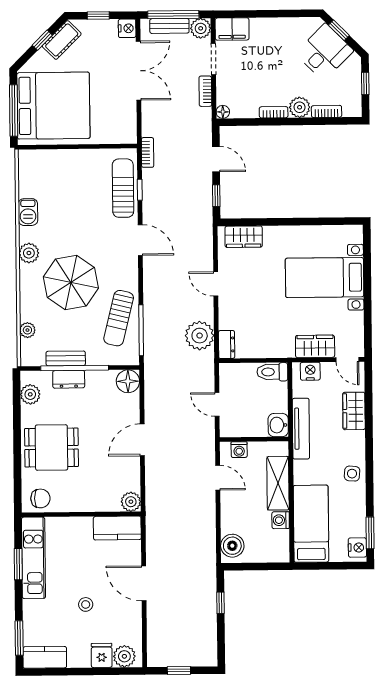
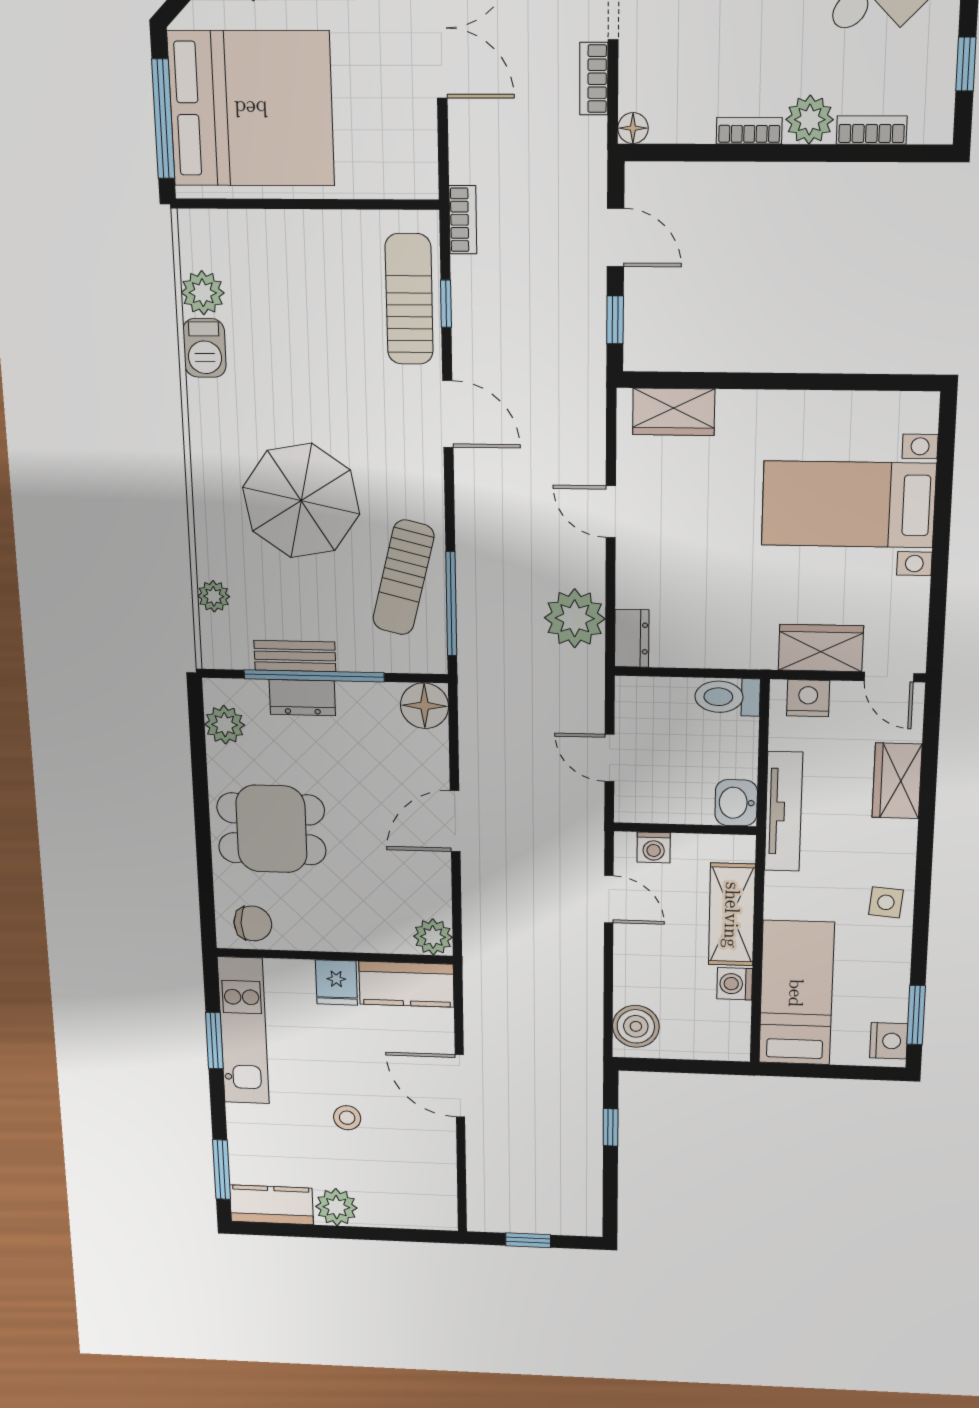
plant: (29, 253) -> (203, 293), moved
fridge: (102, 655) -> (336, 982), moved, turned 180
plant: (124, 656) -> (336, 1207), moved

